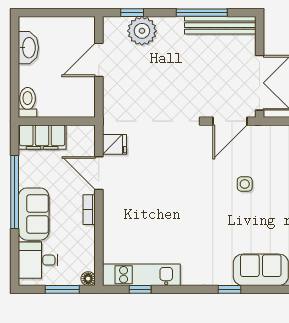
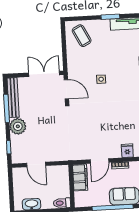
plant: (142, 31) -> (18, 126), moved
filing cabinet: (42, 137) -> (80, 177), moved
fridge: (115, 144) -> (127, 151), moved

